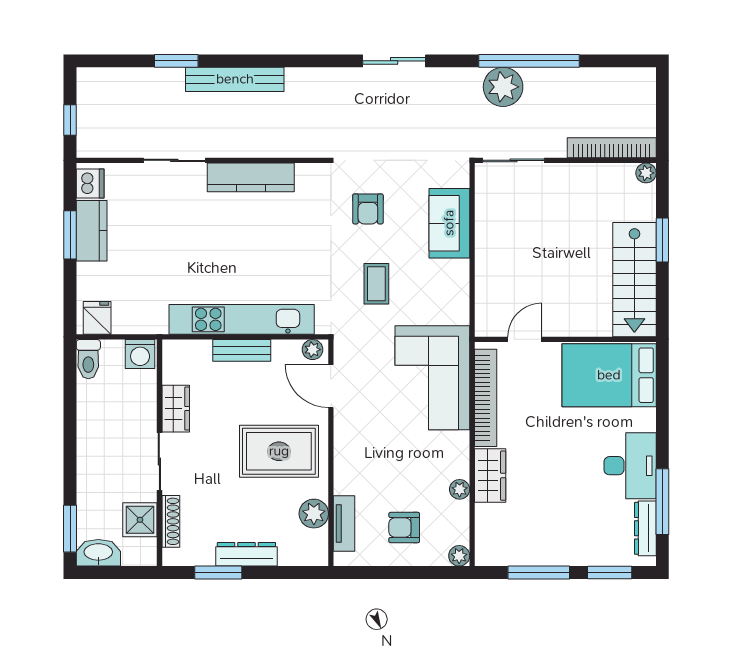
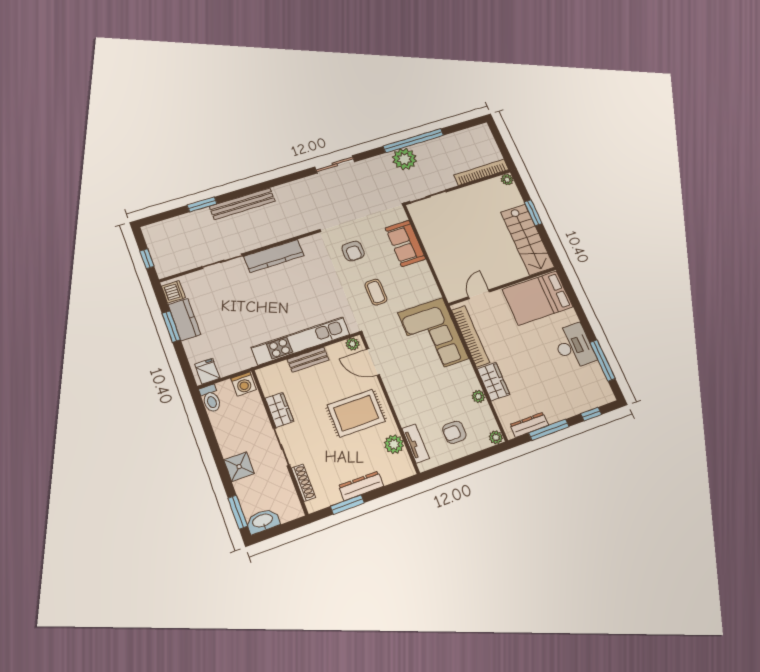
shower: (140, 520) -> (239, 467), moved
dresser: (645, 528) -> (529, 425), moved, turned 90
window: (610, 573) -> (591, 414), width x0.67

